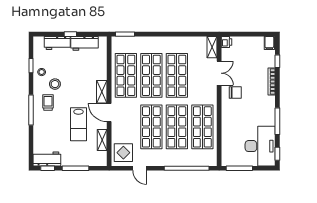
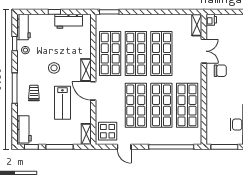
workbench: (57, 43) -> (24, 27), moved, turned -90
stool: (55, 84) -> (54, 68), moved
trolley: (48, 102) -> (34, 93), moved
shelving: (102, 140) -> (86, 134), moved
workbench: (47, 159) -> (24, 129), moved, turned 90

